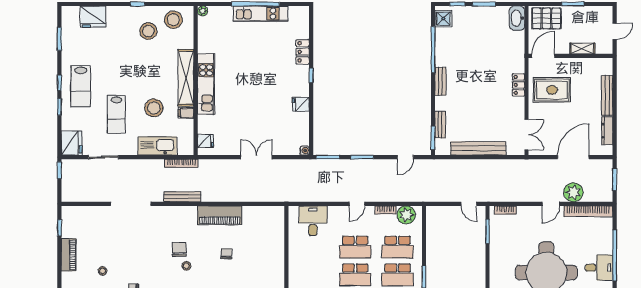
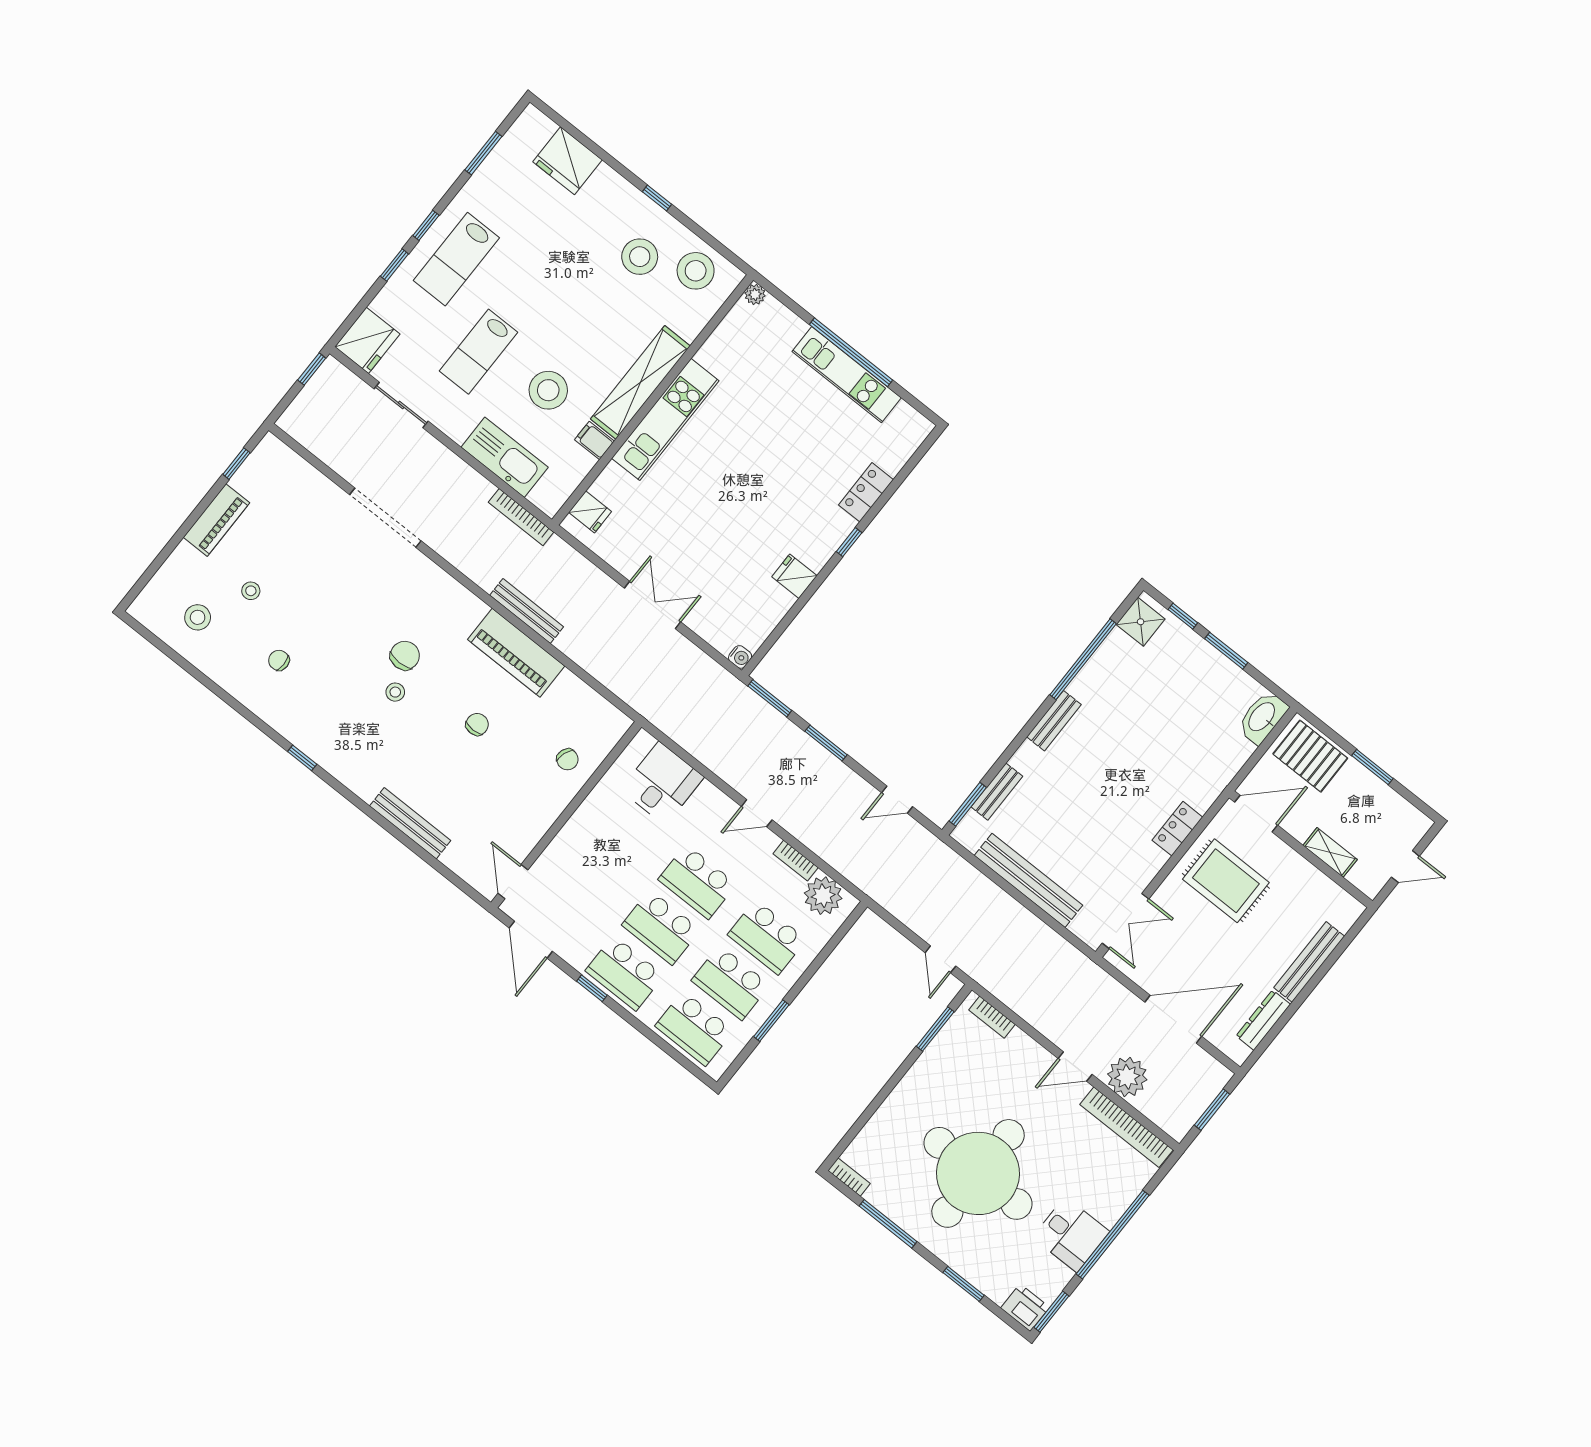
bench: (182, 197) -> (527, 611), moved
chair: (270, 240) -> (567, 759), added

